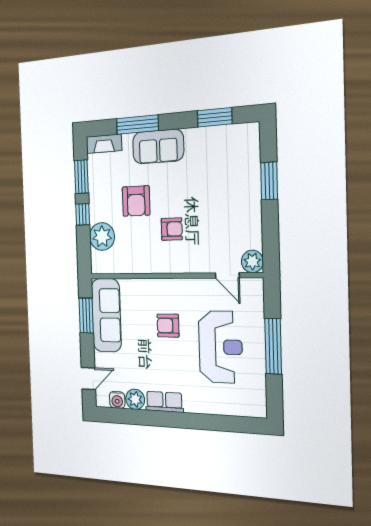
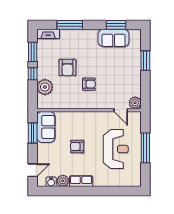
sofa: (158, 146) -> (114, 38), moved
sofa: (106, 315) -> (46, 127), width x0.73
armchair: (168, 326) -> (77, 147), moved

